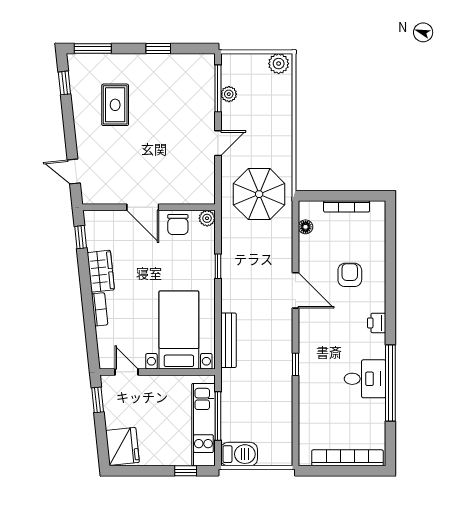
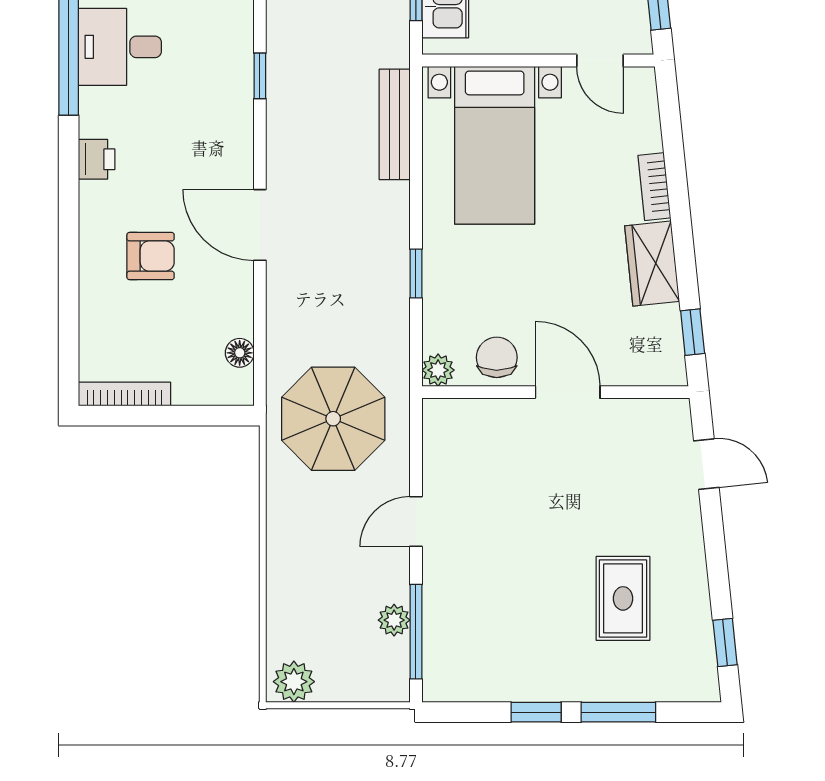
window: (93, 48) -> (618, 712), moved
bookcase: (347, 206) -> (125, 394), moved
armchair: (350, 275) -> (151, 256), turned -90

